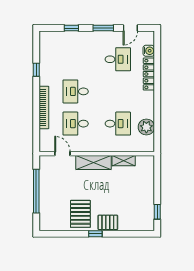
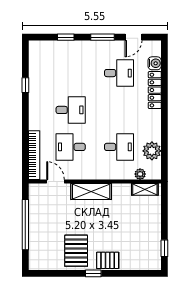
desk: (76, 91) -> (71, 110), turned 180
bookcase: (44, 107) -> (34, 155), moved
plant: (136, 147) -> (140, 174), added
shelving: (124, 161) -> (145, 189), moved

